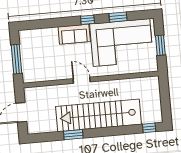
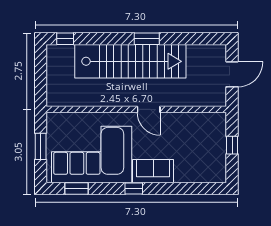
window: (118, 17) -> (77, 189), moved
window: (16, 59) -> (232, 145), width x0.46
window: (73, 135) -> (147, 39), moved

